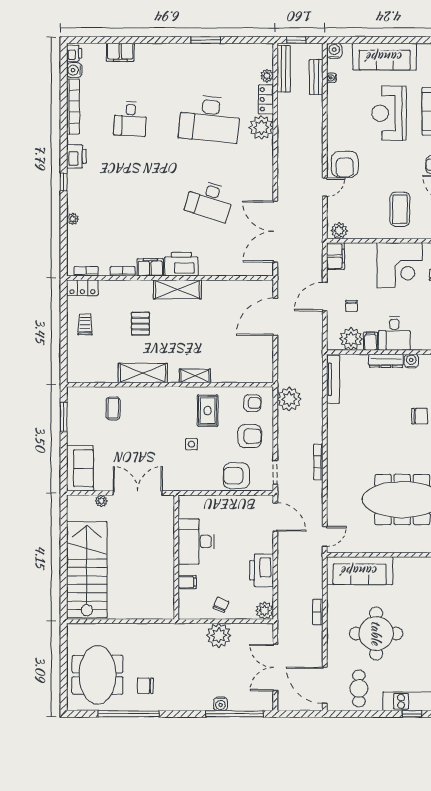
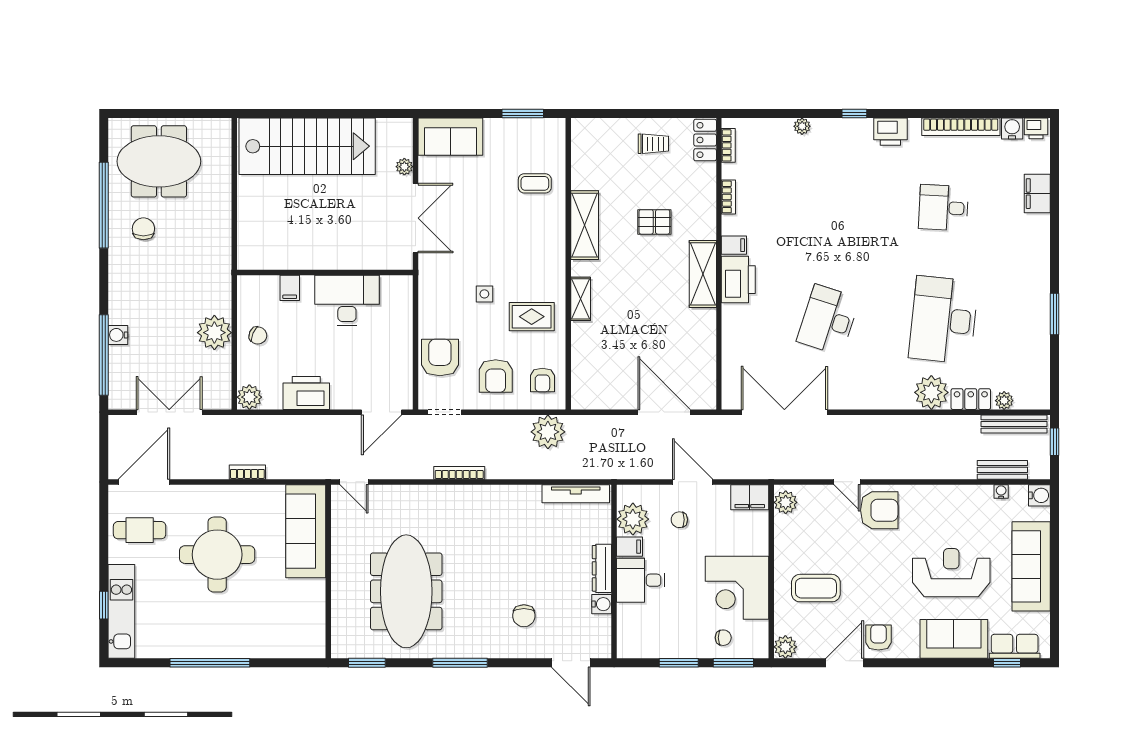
armchair: (345, 164) -> (879, 510), turned 180
filing cabinet: (150, 267) -> (734, 245), width x0.50

